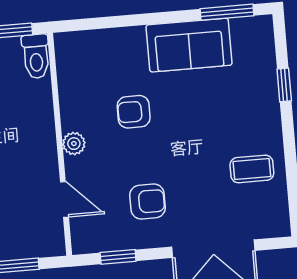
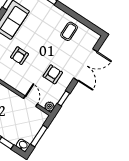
plant: (74, 144) -> (50, 107), moved
door: (64, 199) -> (31, 101), hinge flipped

